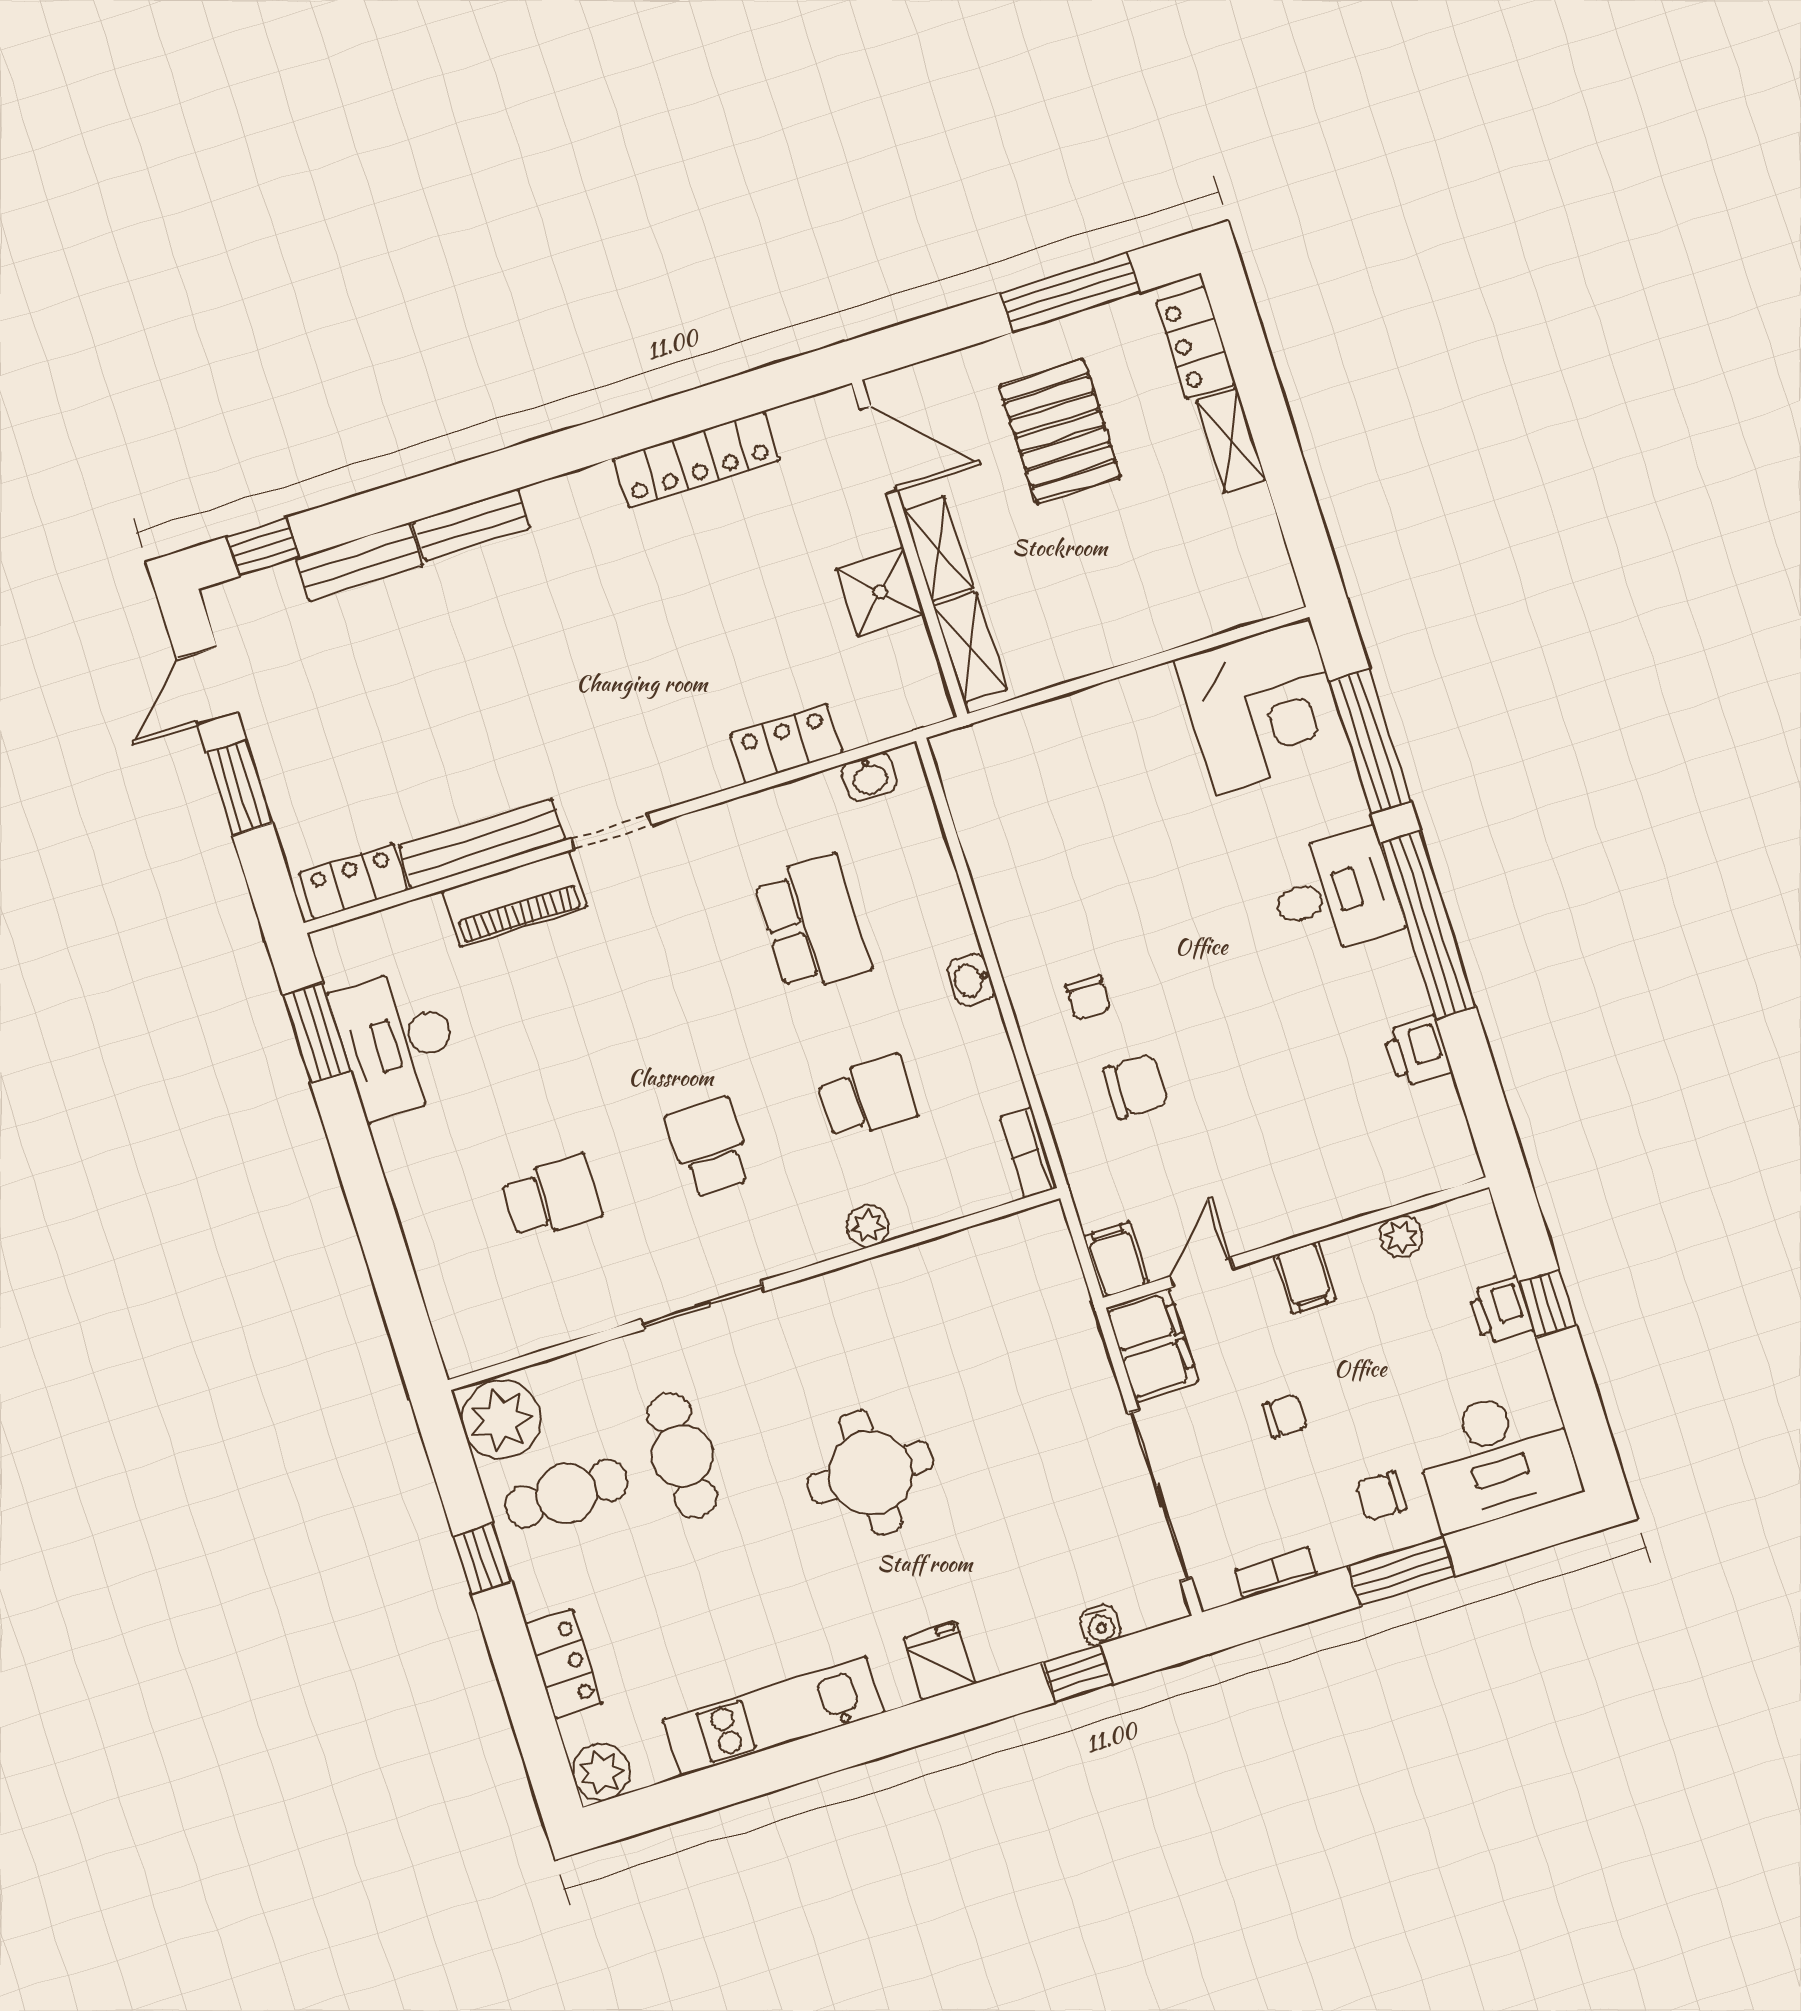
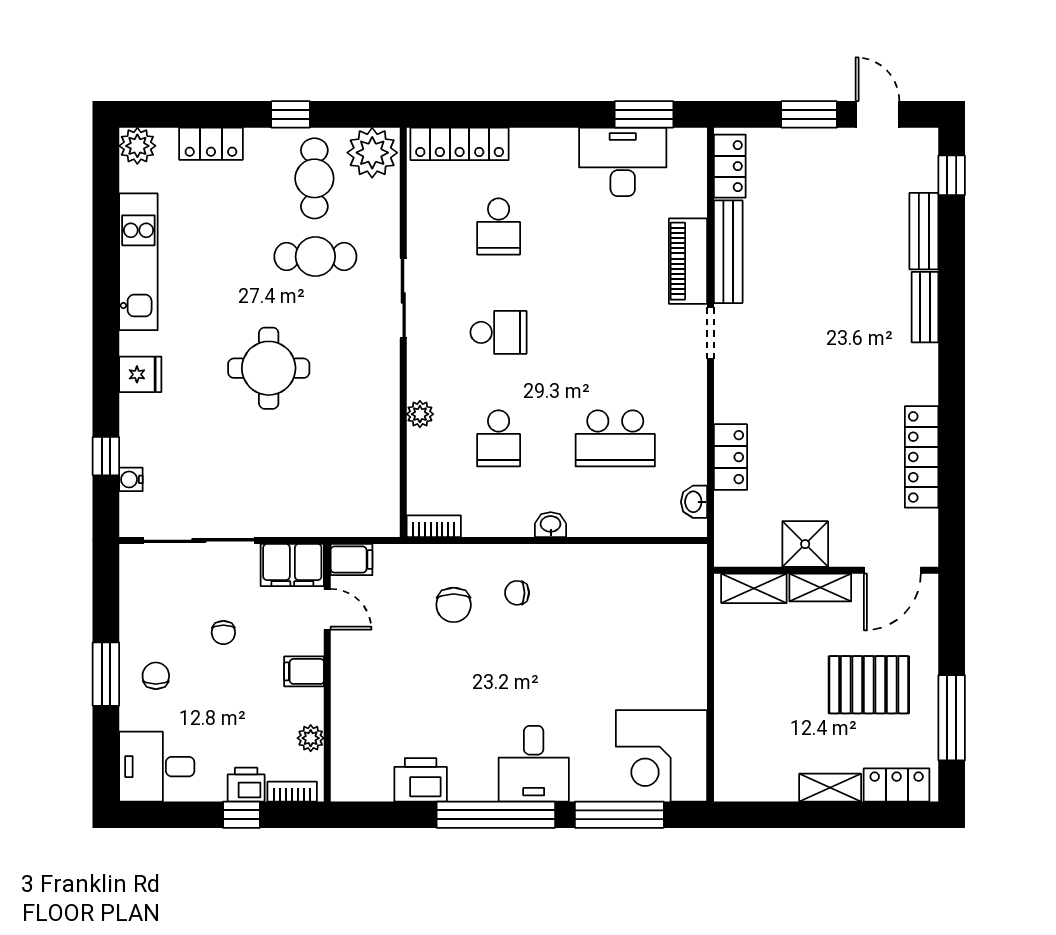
printer: (1418, 1052) -> (421, 780), width x1.36, depth x1.24
locker: (447, 1294) -> (460, 144), added
desk: (1496, 1458) -> (157, 767), width x0.73
bookcase: (1276, 1573) -> (292, 792), moved, turned -90

